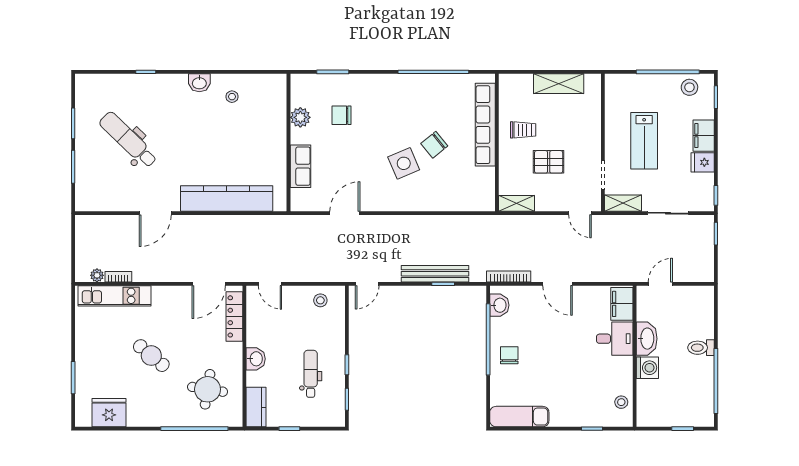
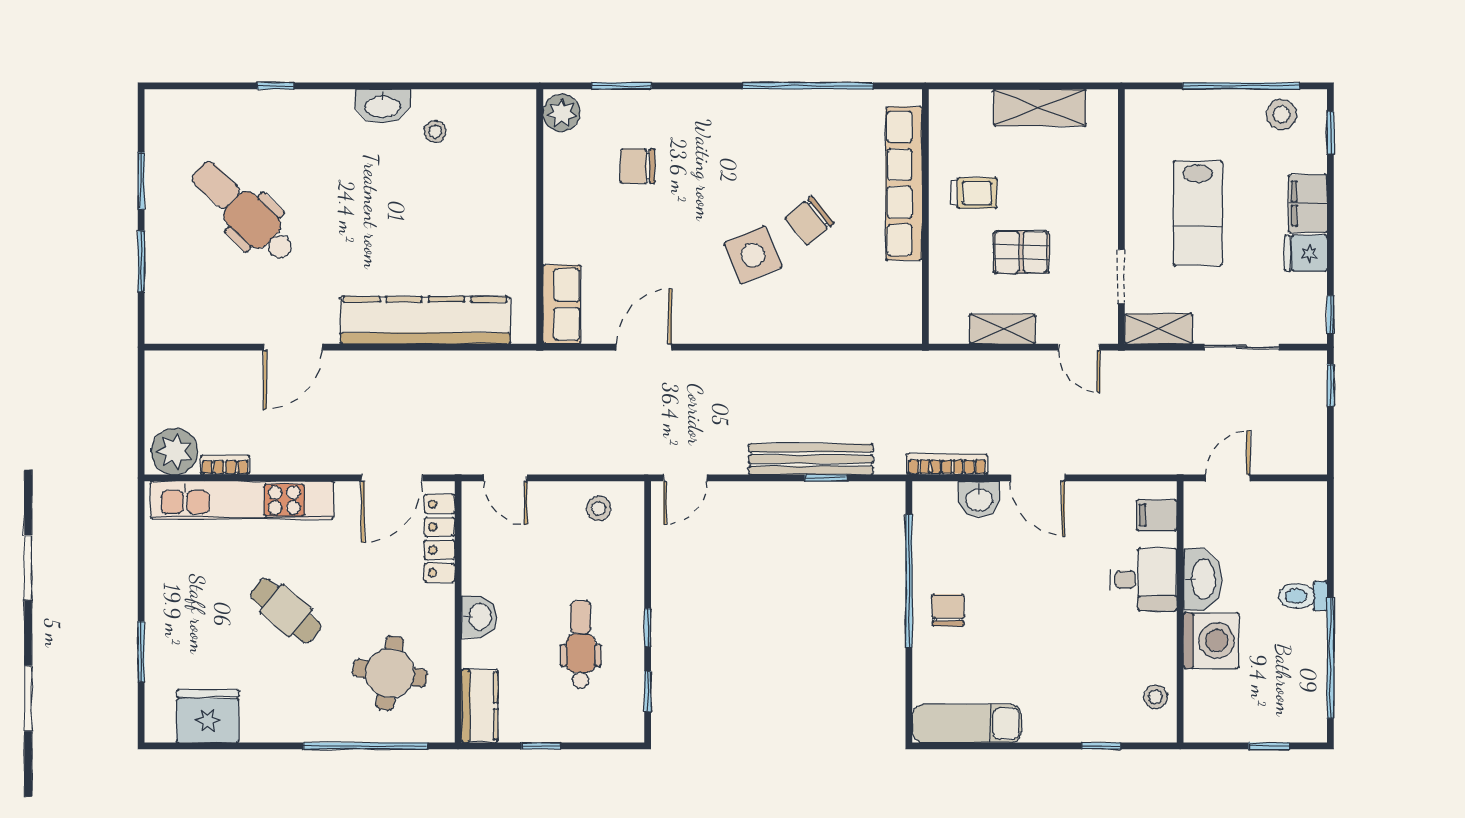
washbasin: (199, 83) -> (382, 106), width x1.38
plant: (300, 117) -> (562, 113), moved
row of seats: (300, 166) -> (562, 304), moved
shelving: (517, 203) -> (1002, 329), moved
plant: (97, 275) -> (175, 451), width x1.88, depth x1.88
kitchen unit: (114, 296) -> (242, 500), width x1.36
filing cabinet: (622, 304) -> (1157, 515), width x0.50
washbasin: (499, 305) -> (979, 499), moved, turned 90
washing machine: (647, 368) -> (1211, 641), width x1.37, depth x1.37

